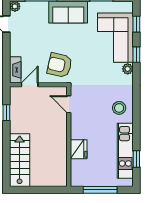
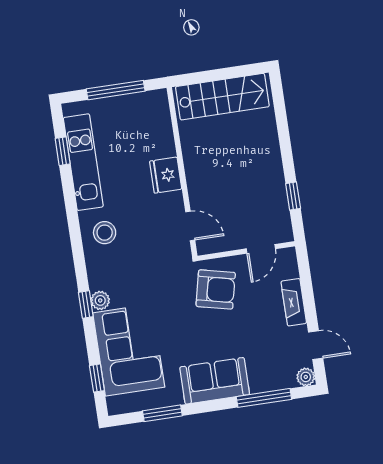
window: (136, 55) -> (86, 304), moved
fireplace: (15, 70) -> (294, 302), moved
fridge: (79, 149) -> (166, 175), moved
stairs: (20, 160) -> (222, 97), moved, turned -90

